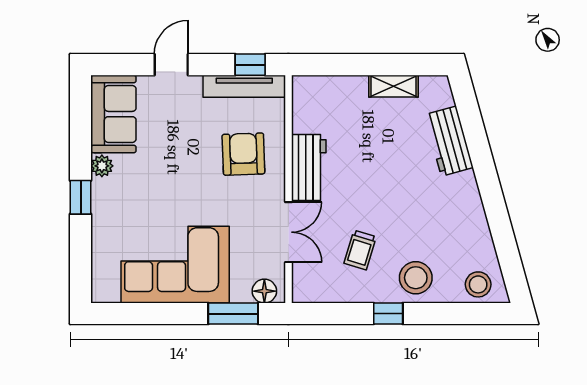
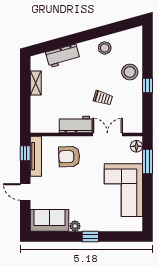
trolley: (360, 250) -> (103, 98), moved
stool: (478, 284) -> (105, 48), moved

